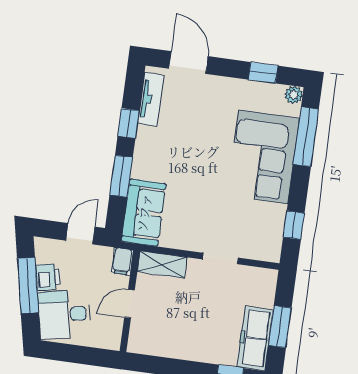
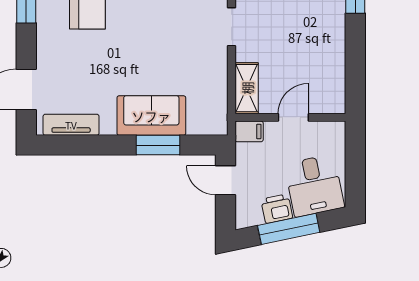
window: (128, 123) -> (100, 145), removed
sofa: (144, 213) -> (151, 116), moved
door: (130, 304) -> (293, 117), swing flipped

